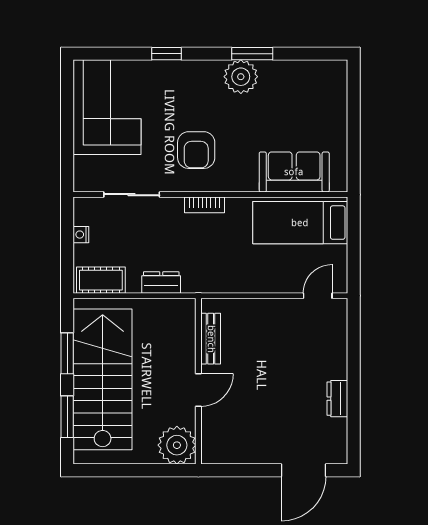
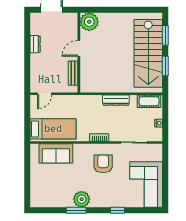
dresser: (161, 282) -> (116, 100), width x1.44
bench: (211, 339) -> (73, 73), moved
wall: (198, 381) -> (79, 53), moved
door: (198, 390) -> (79, 48), moved
plant: (177, 445) -> (89, 22), moved

